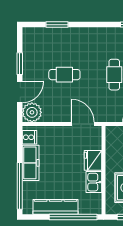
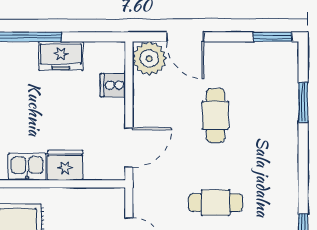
window: (20, 64) -> (272, 37), moved
cooker: (29, 137) -> (113, 85), moved, turned 90
freezer: (31, 163) -> (61, 56), width x0.71

